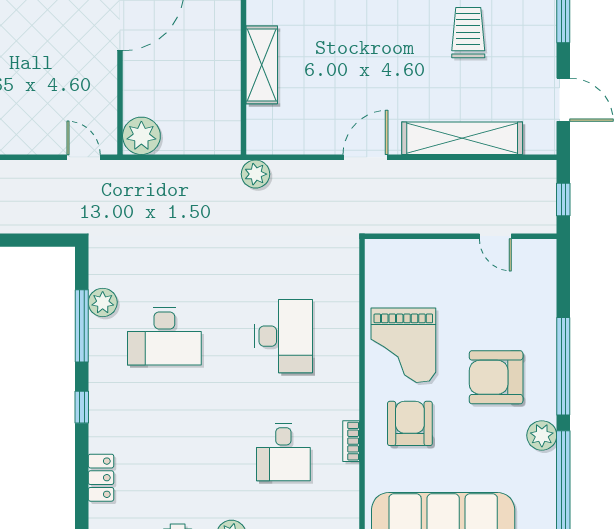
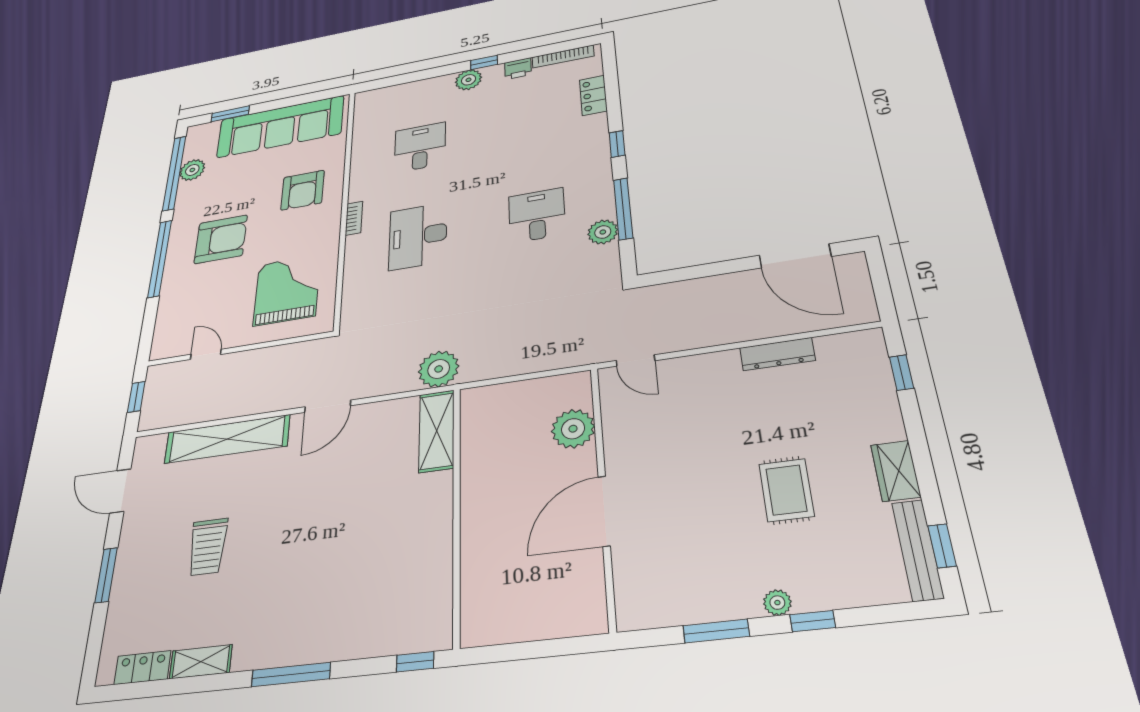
shelving: (262, 65) -> (437, 431), moved
plant: (141, 136) -> (573, 429), moved
plant: (255, 174) -> (439, 369), width x1.36, depth x1.36
desk: (164, 336) -> (537, 215), width x0.73
grand piano: (403, 345) -> (287, 290), moved
plant: (542, 435) -> (192, 170), moved
bookcase: (351, 441) -> (354, 218), moved

